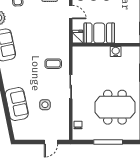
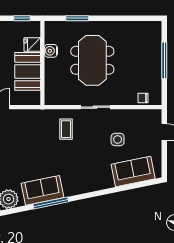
fridge: (78, 37) -> (32, 45), moved
sofa: (17, 104) -> (133, 171), moved
meeting table: (115, 107) -> (92, 60), moved

